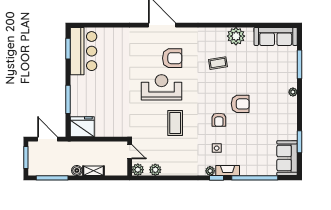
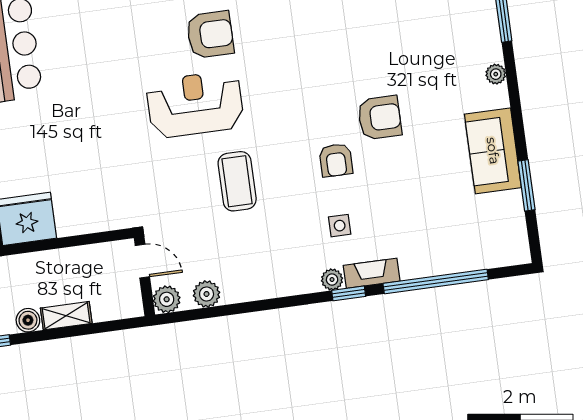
coffee table: (218, 63) -> (316, 31), removed
sofa: (287, 158) -> (493, 151), moved

